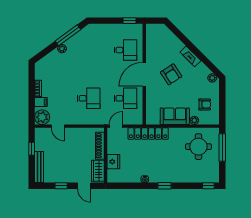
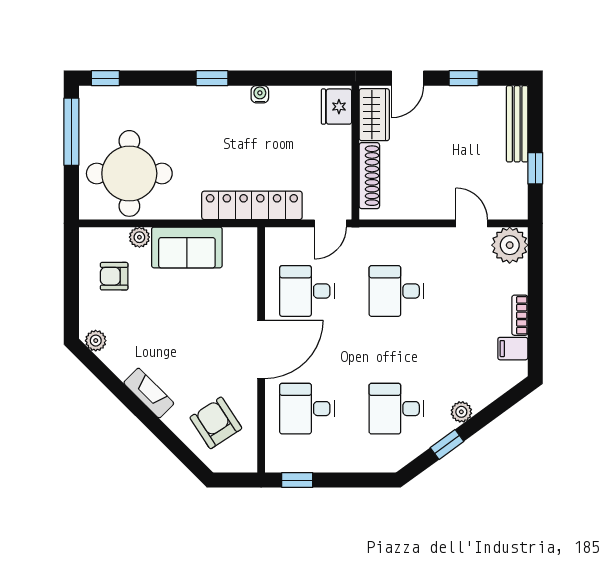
window: (68, 35) -> (447, 444), width x0.46
desk: (89, 50) -> (396, 409), added
armchair: (171, 74) -> (216, 423), moved
filing cabinet: (41, 102) -> (513, 349), moved
round table: (198, 147) -> (129, 173), width x1.36, depth x1.36
window: (222, 148) -> (71, 132), moved
fridge: (113, 162) -> (337, 107), moved
door: (84, 186) -> (408, 78), swing flipped

